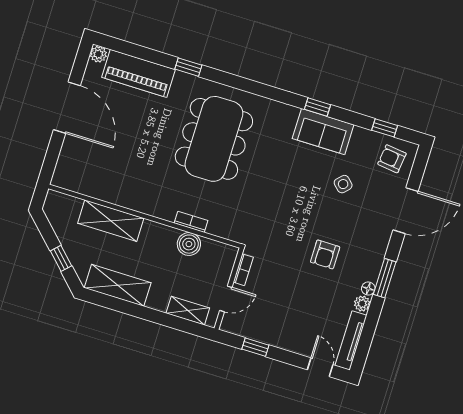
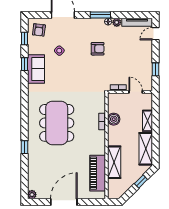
piano: (139, 73) -> (98, 173), moved, turned 180
window: (317, 107) -> (24, 64), moved
dining table: (214, 139) -> (57, 123), turned 90
shelving: (188, 311) -> (147, 121), moved

